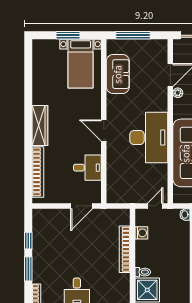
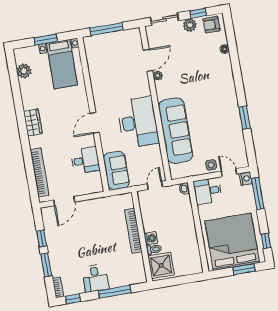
plant: (40, 64) -> (24, 71), added
sofa: (118, 74) -> (116, 170), moved
wardrobe: (40, 126) -> (33, 122), width x0.67
door: (104, 131) -> (95, 123), hinge flipped
door: (82, 206) -> (64, 201), moved
washing machine: (141, 233) -> (151, 238), moved

